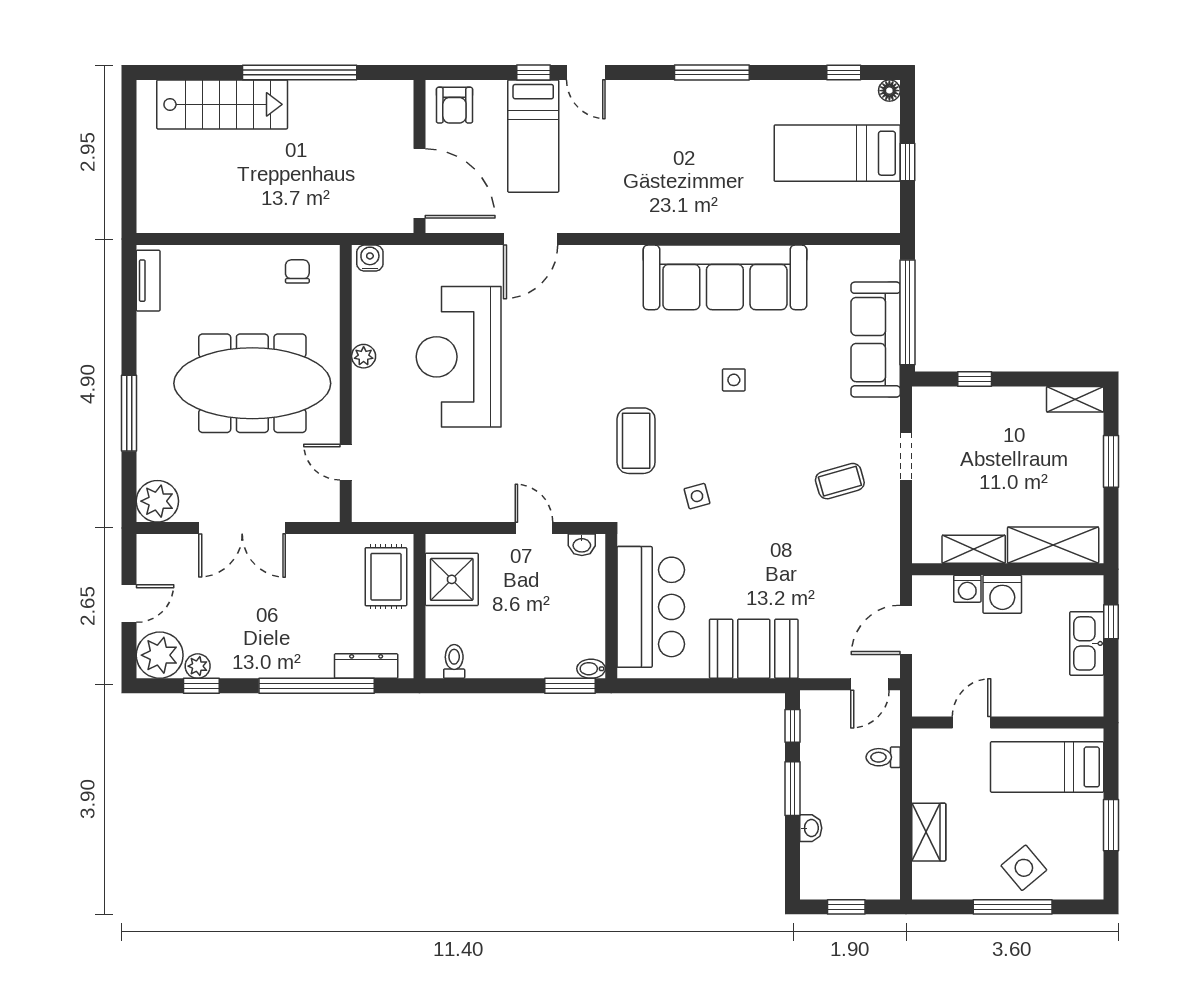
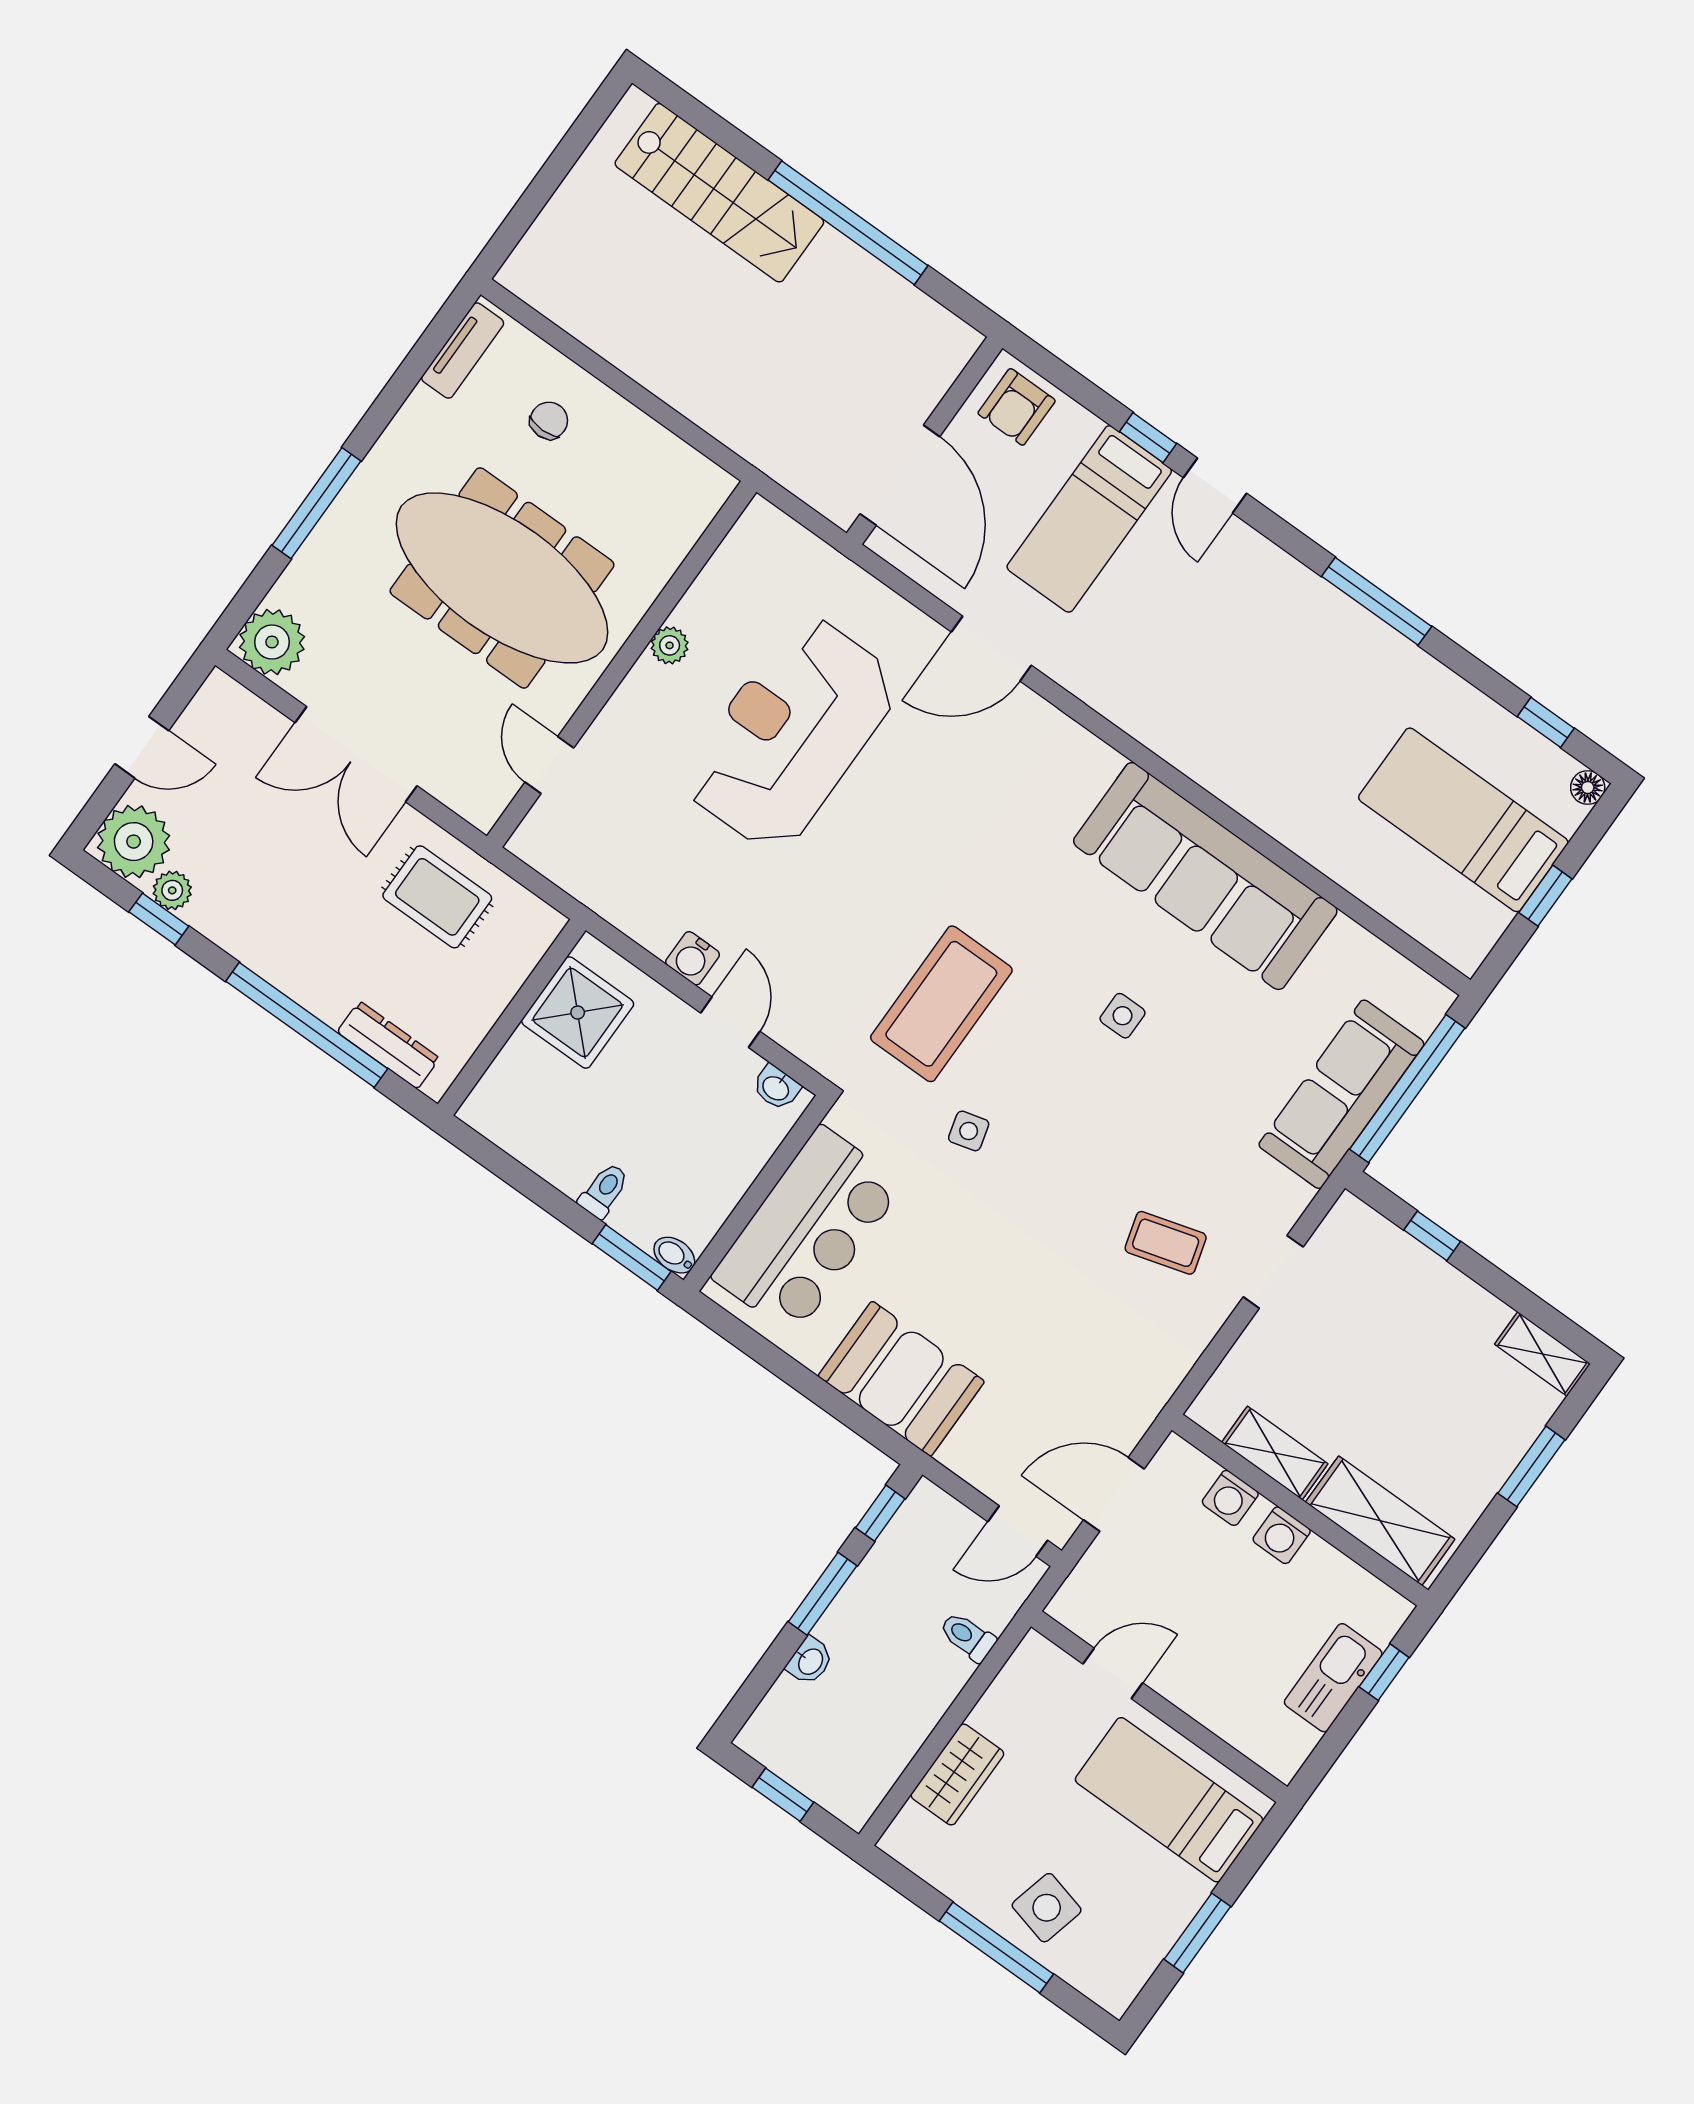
water cooler: (370, 258) -> (693, 958), moved, turned 180
chair: (297, 271) -> (549, 421), moved
coffee table: (636, 441) -> (941, 1004), width x1.36, depth x1.32
rug: (386, 577) -> (437, 897), moved, turned 90
washing machine: (1002, 594) -> (1282, 1535), width x0.73, depth x0.73
toilet: (454, 661) -> (604, 1191), moved
side table: (1024, 868) -> (1047, 1908), turned -36

